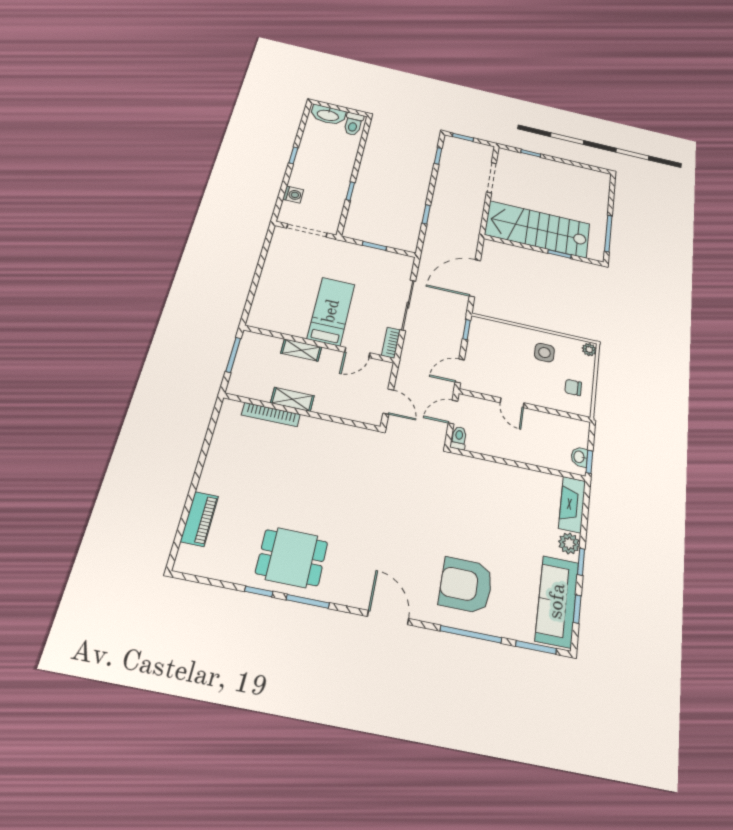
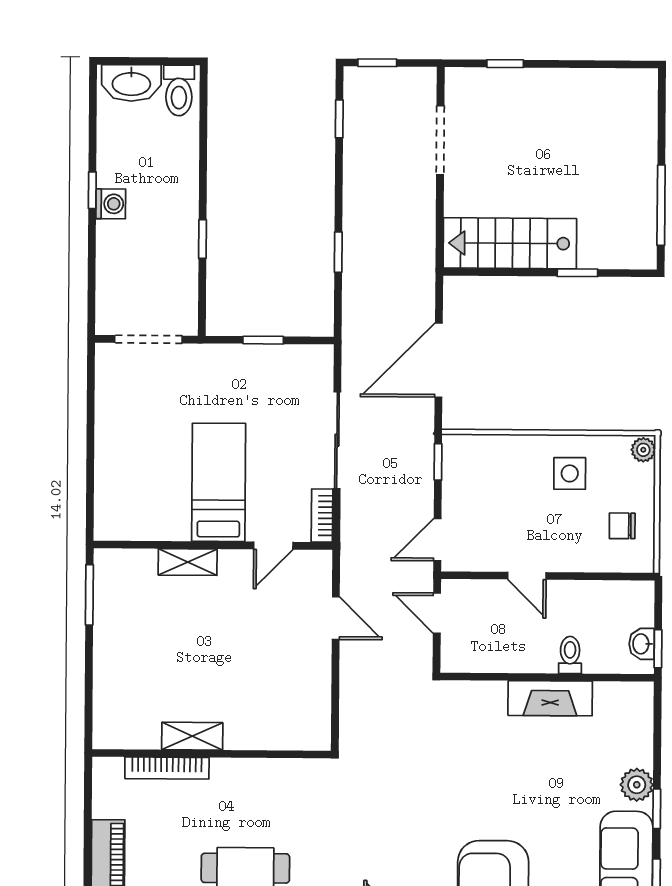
washing machine: (293, 195) -> (111, 204), moved
stairs: (538, 229) -> (510, 243), width x0.73, depth x0.66
shelving: (292, 399) -> (192, 736), moved
wall: (302, 412) -> (212, 754), moved
door: (453, 412) -> (437, 613), hinge flipped
bookcase: (271, 415) -> (167, 768), moved
toilet: (459, 438) -> (570, 655), moved
fireplace: (572, 505) -> (550, 698), moved, turned -90

